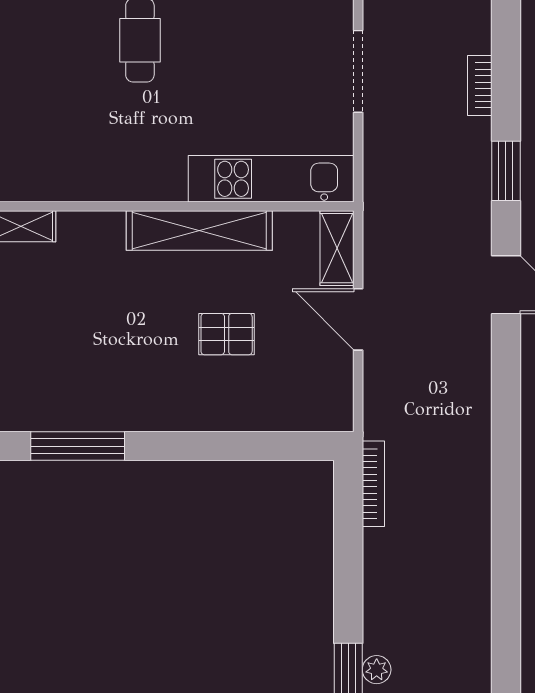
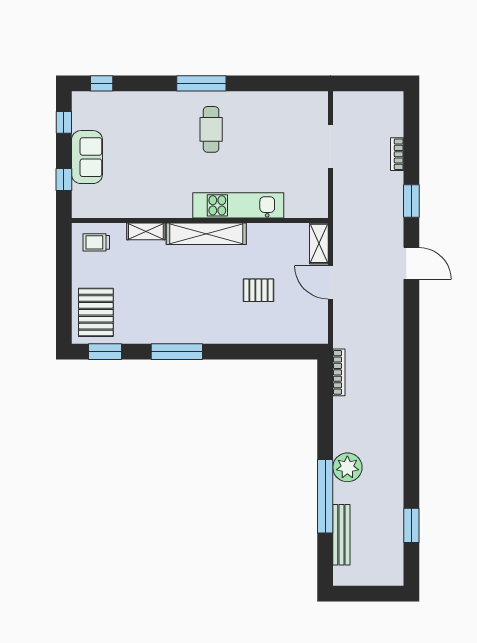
kitchen unit: (271, 179) -> (238, 205), moved
shelving: (199, 231) -> (206, 234), moved
plant: (377, 670) -> (347, 467), width x1.87, depth x1.87

